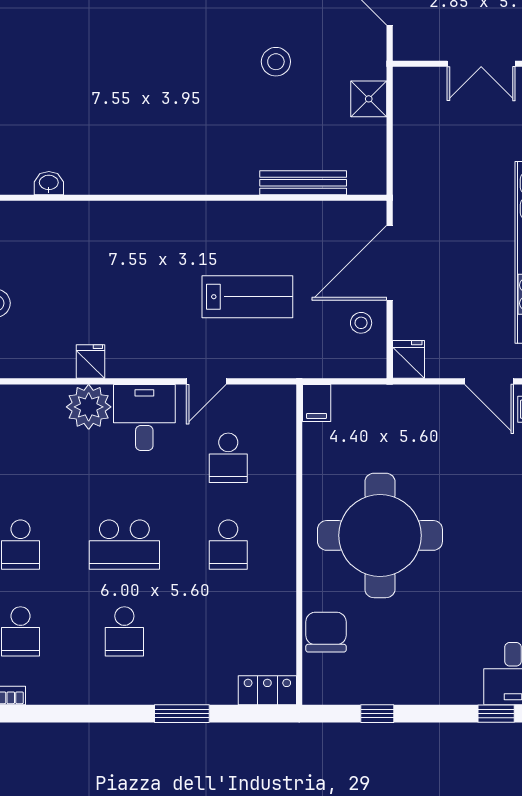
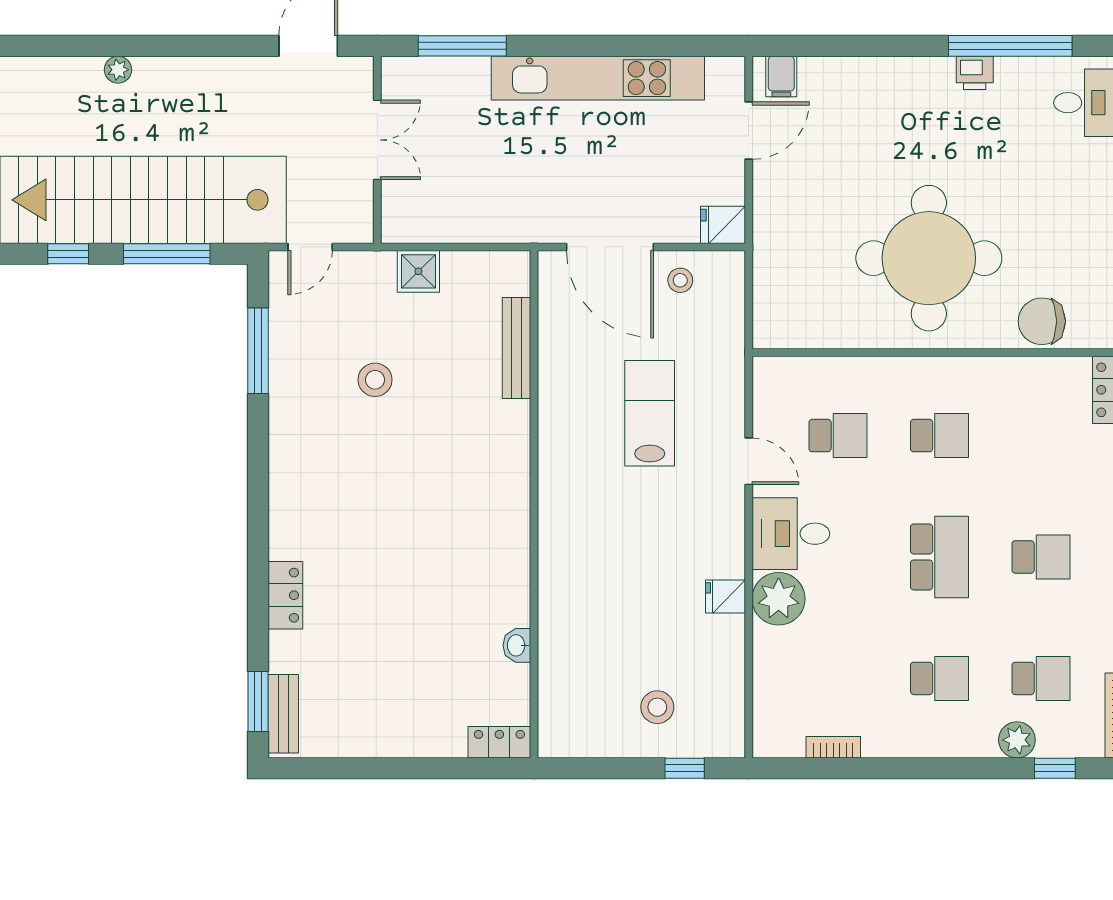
filing cabinet: (317, 403) -> (774, 332), removed

